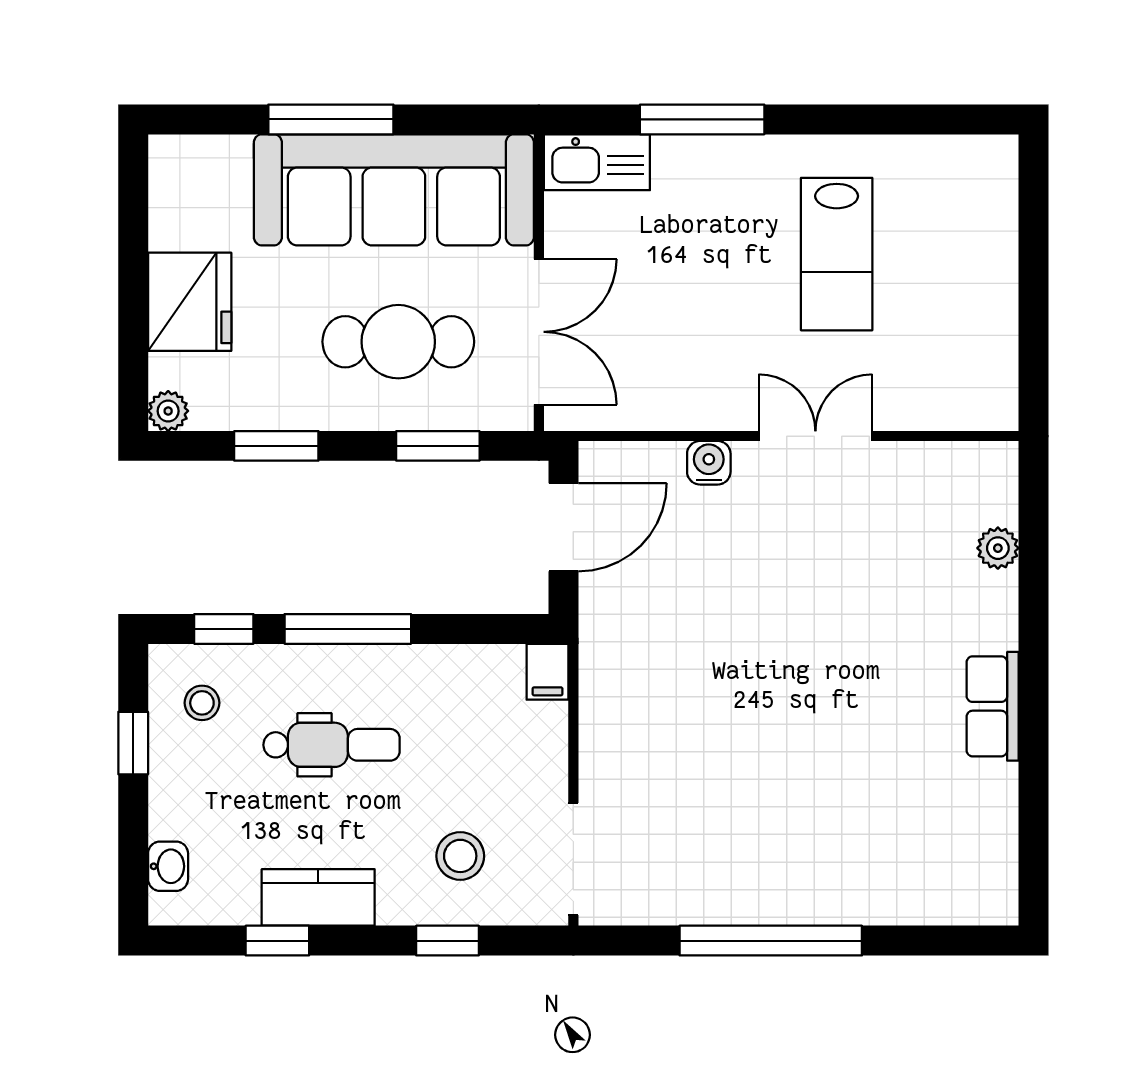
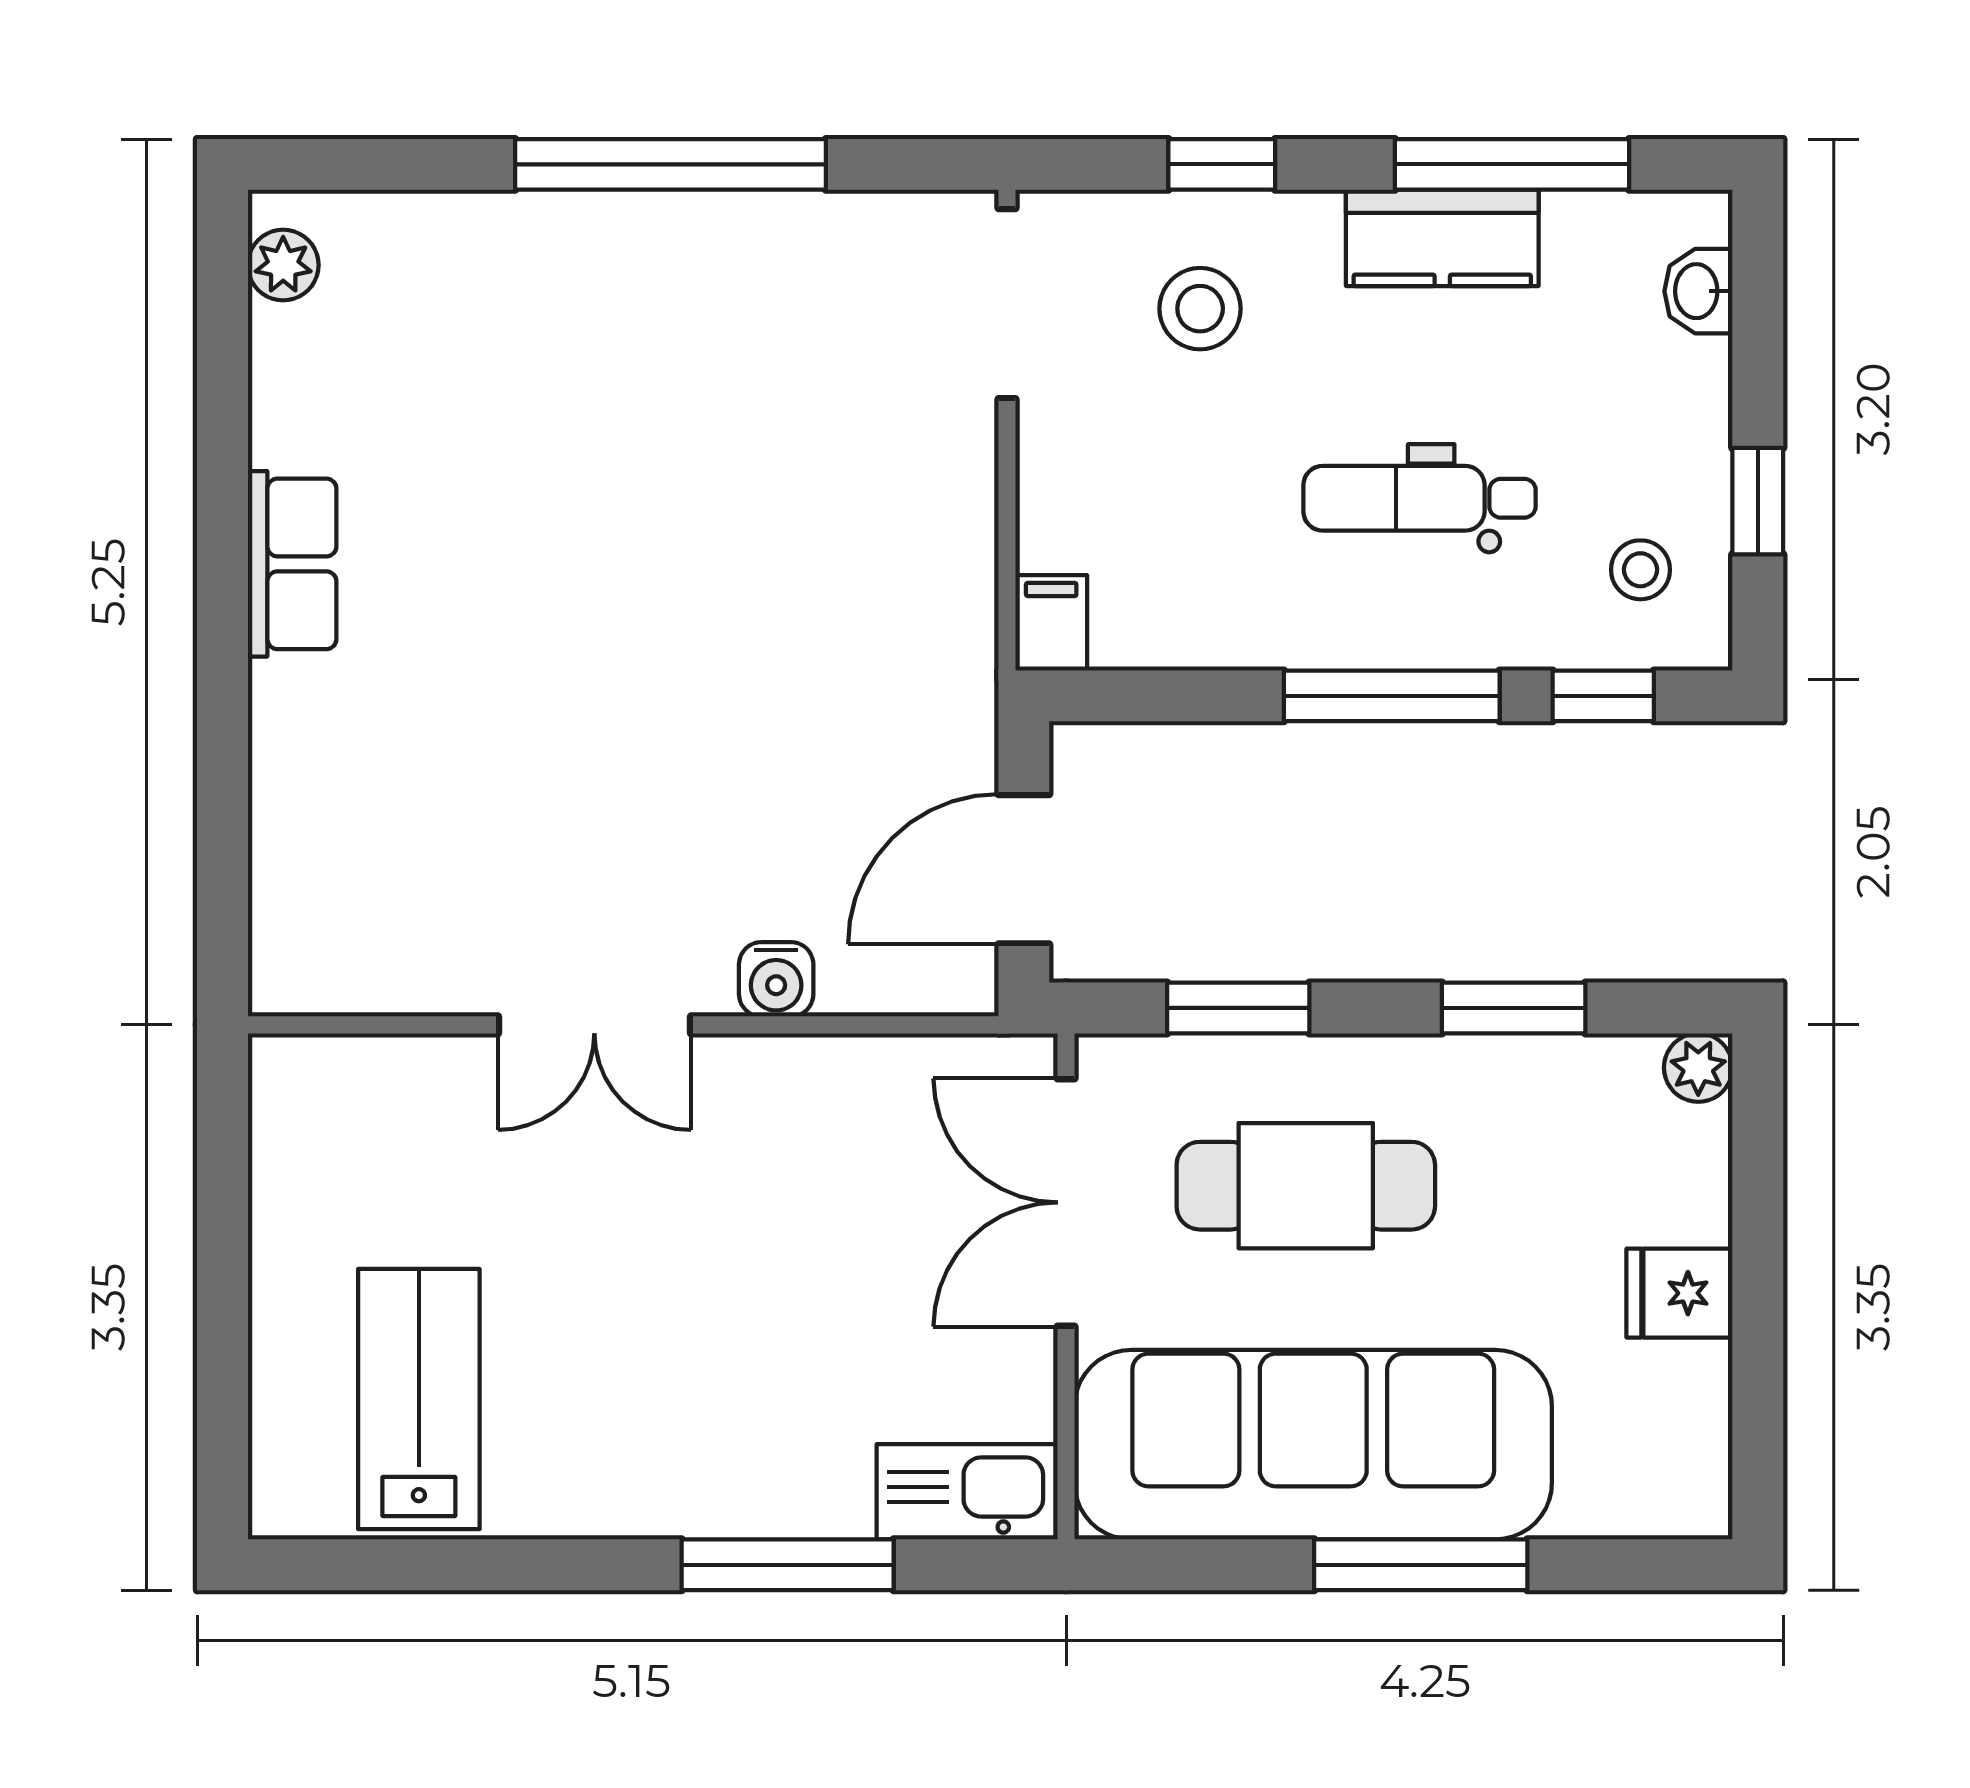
lab bench: (837, 254) -> (419, 1399), moved
fridge: (190, 302) -> (1679, 1293), width x0.53, depth x0.75
plant: (998, 548) -> (283, 265), moved
window: (277, 941) -> (1512, 164), width x2.17

